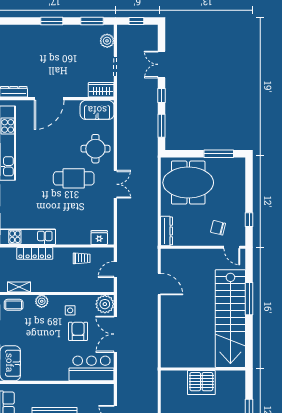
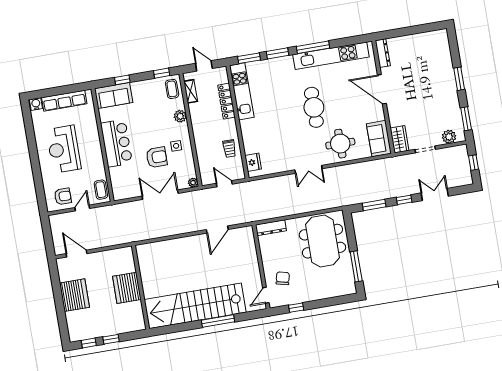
cafe table: (74, 178) -> (314, 107), moved
plant: (105, 304) -> (193, 183), width x0.53, depth x0.53
bar counter: (91, 368) -> (116, 143), moved
coffee table: (101, 392) -> (101, 190), added

